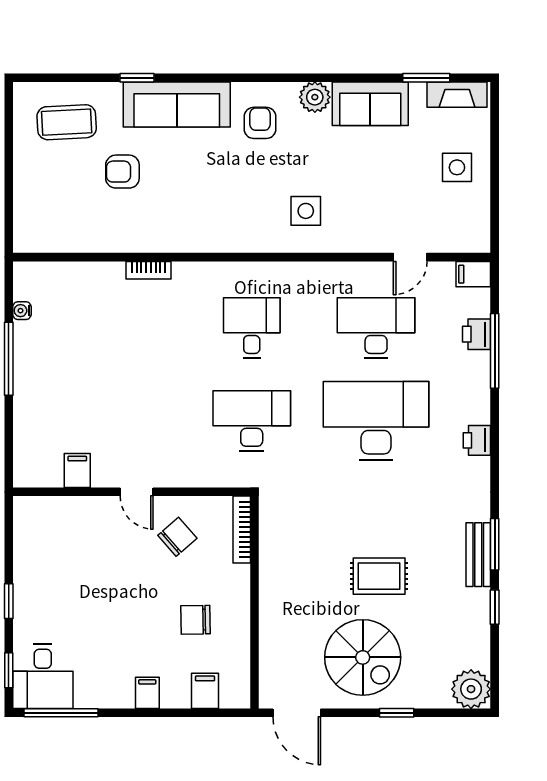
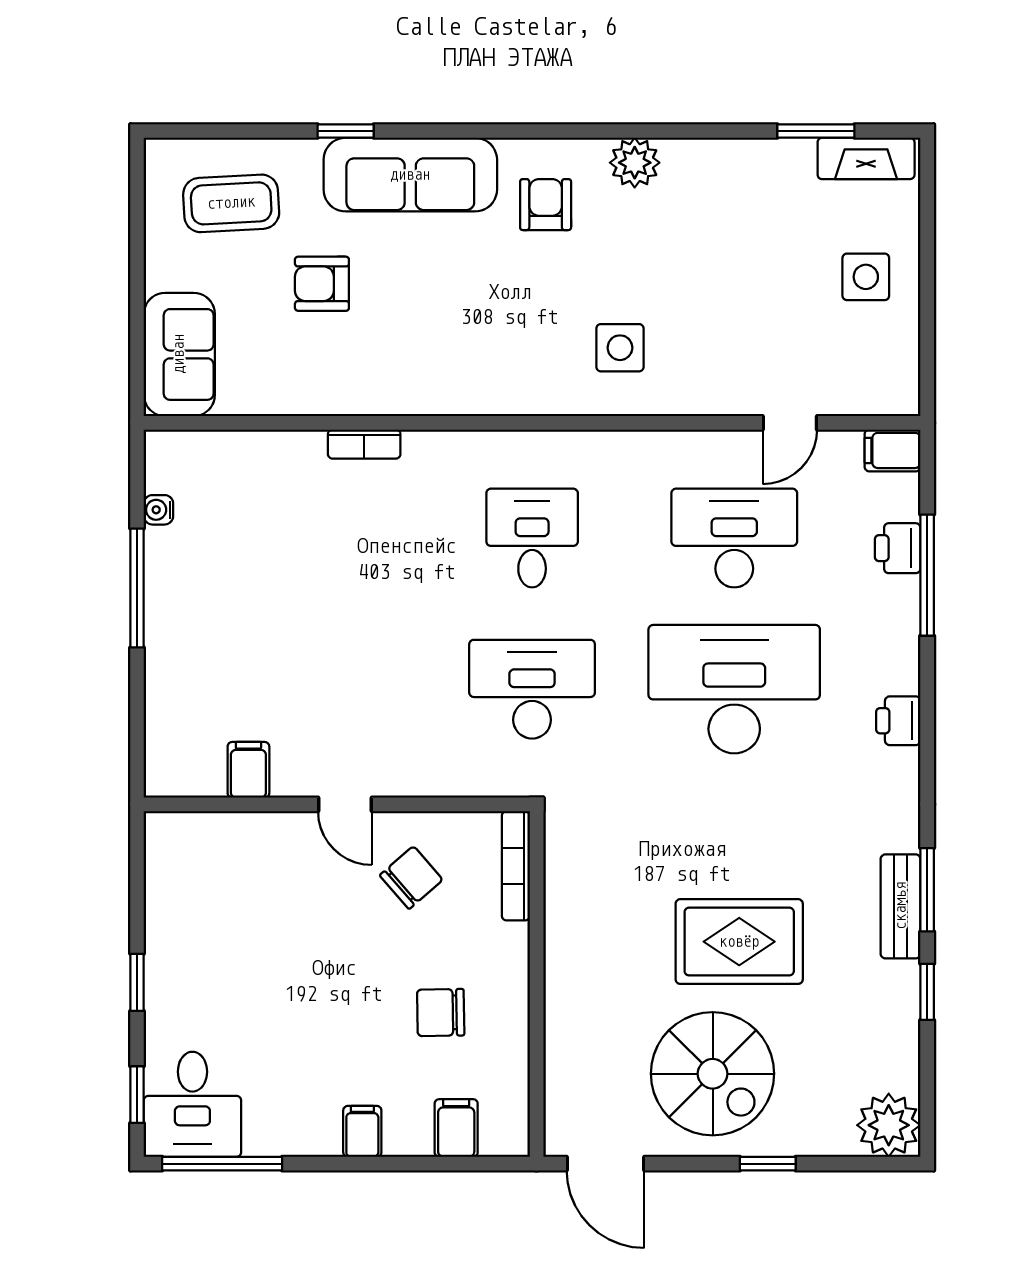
sofa: (370, 104) -> (179, 354), moved, turned -90
rug: (379, 576) -> (739, 942), width x1.36, depth x1.43

